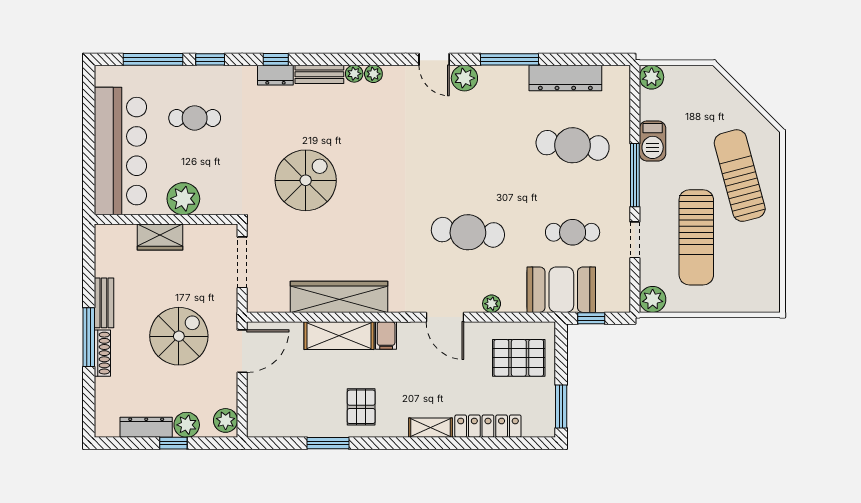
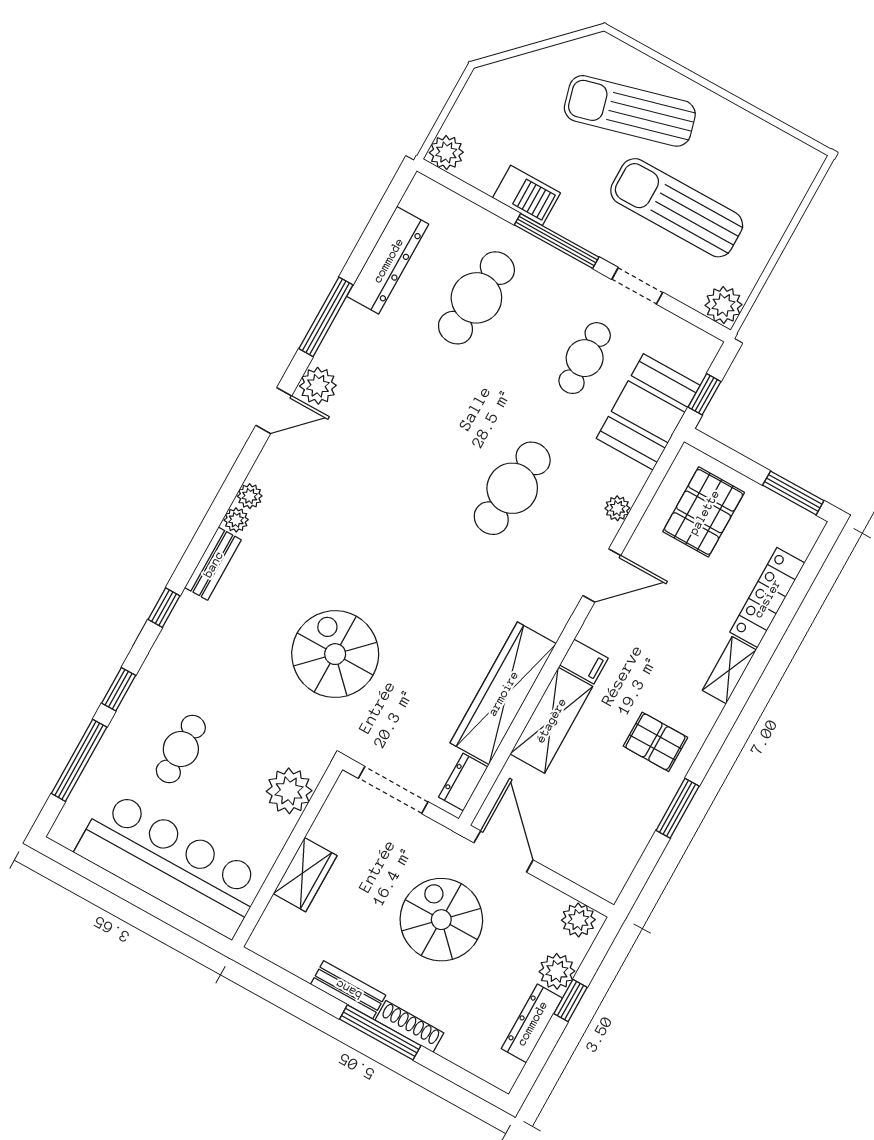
dresser: (275, 75) -> (463, 782), moved, turned 180
plant: (183, 199) -> (289, 791), moved
sun lounger: (696, 237) -> (677, 208), turned 180

